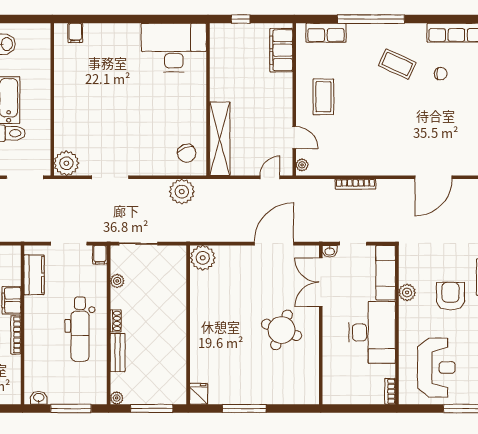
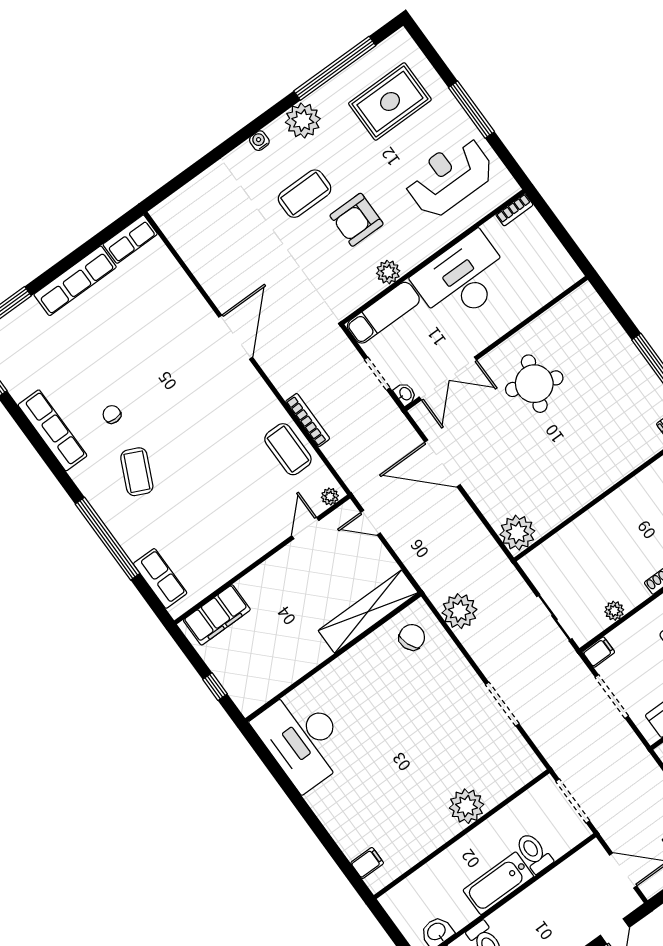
coffee table: (323, 97) -> (288, 449), moved, turned 90
plant: (66, 163) -> (467, 806), moved
door: (433, 177) -> (236, 337), hinge flipped

